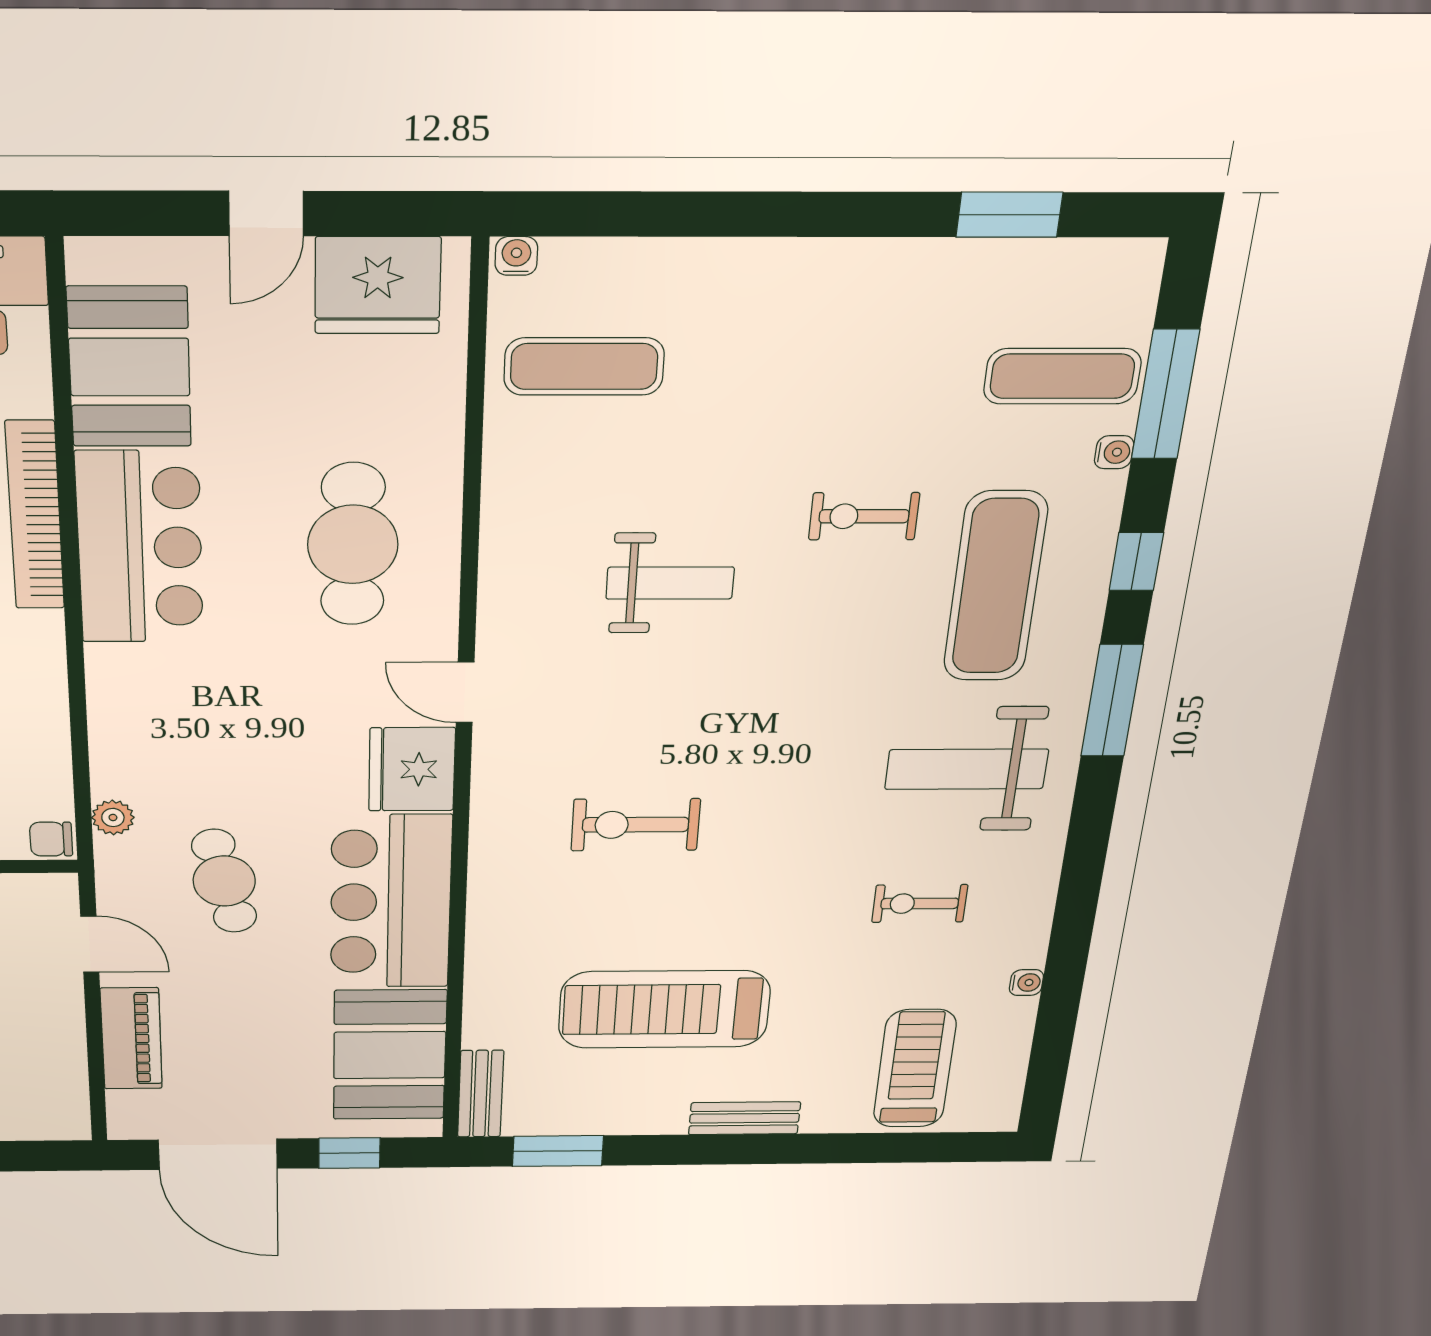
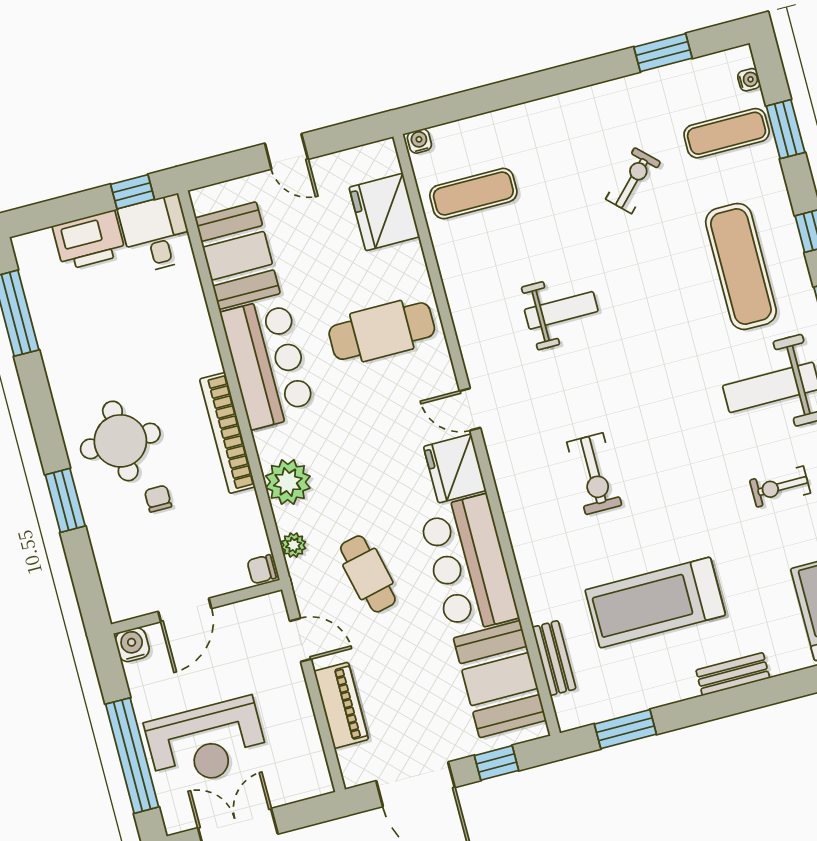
door: (266, 214) -> (286, 151), hinge flipped
fridge: (378, 285) -> (384, 212), moved, turned 90
window: (1165, 394) -> (786, 129), width x0.69
water cooler: (1114, 452) -> (749, 80), moved
bookcase: (35, 516) -> (227, 433), moved
exercise bike: (864, 516) -> (633, 181), moved, turned 134
cafe table: (353, 544) -> (382, 331), turned 90
plant: (127, 729) -> (288, 482), added
exercise bike: (636, 825) -> (594, 474), turned -90
bench: (481, 1094) -> (554, 658), moved

